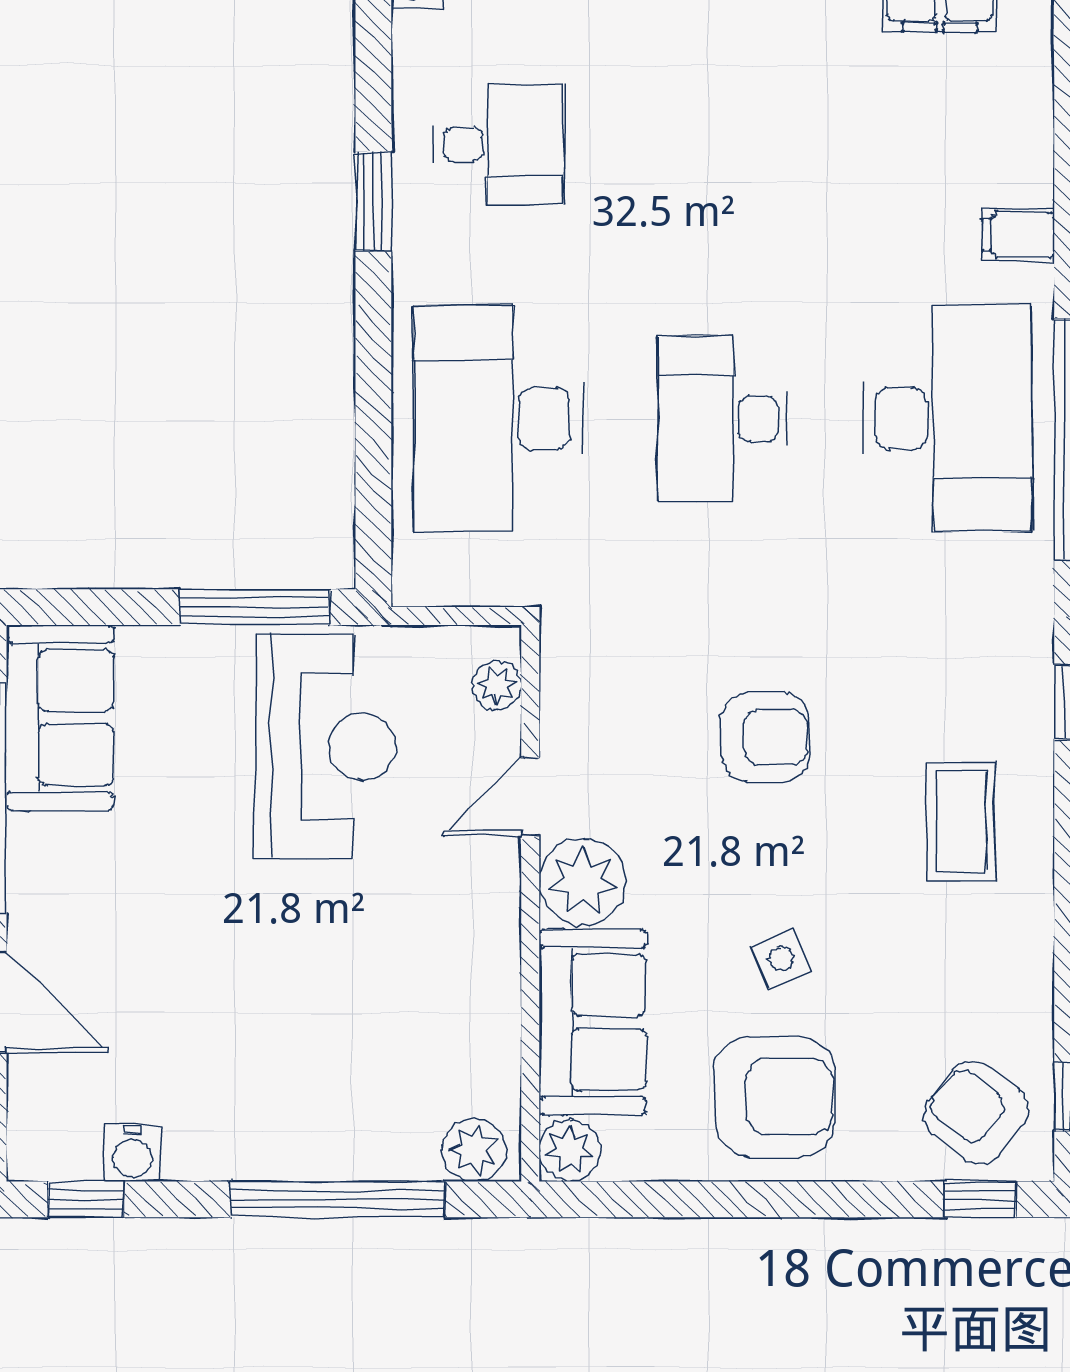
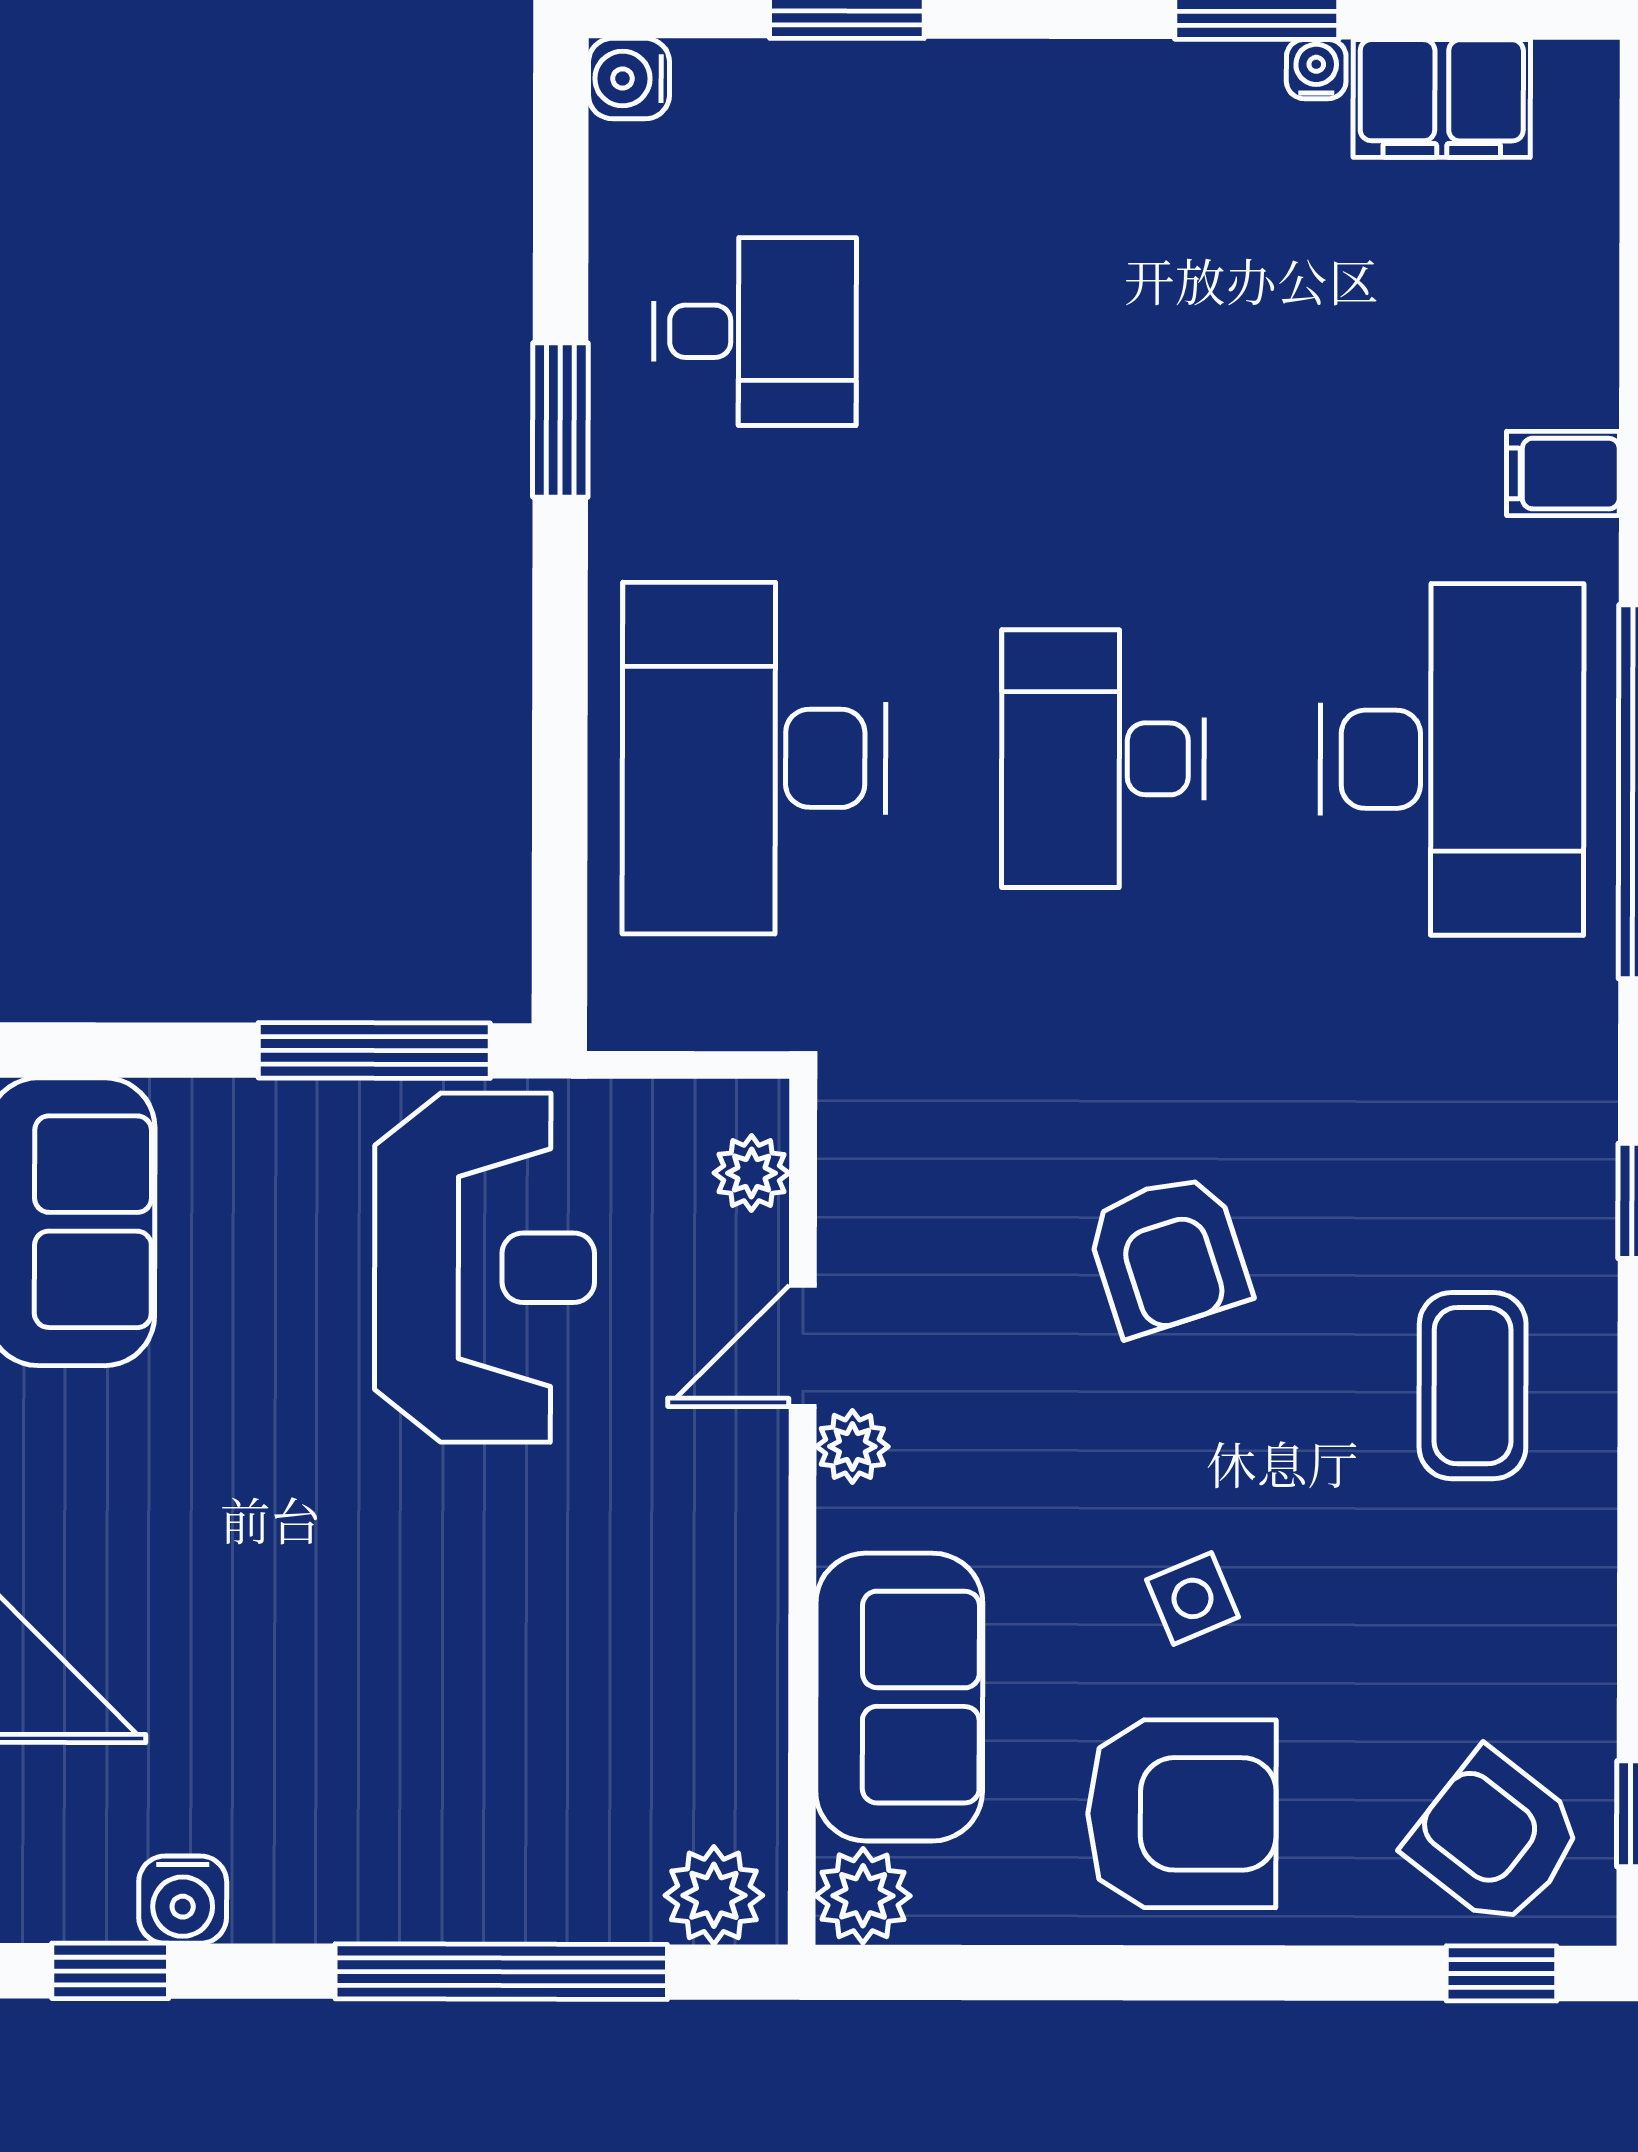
armchair: (765, 737) -> (1168, 1254), turned 72
plant: (583, 881) -> (852, 1446), width x0.53, depth x0.53

